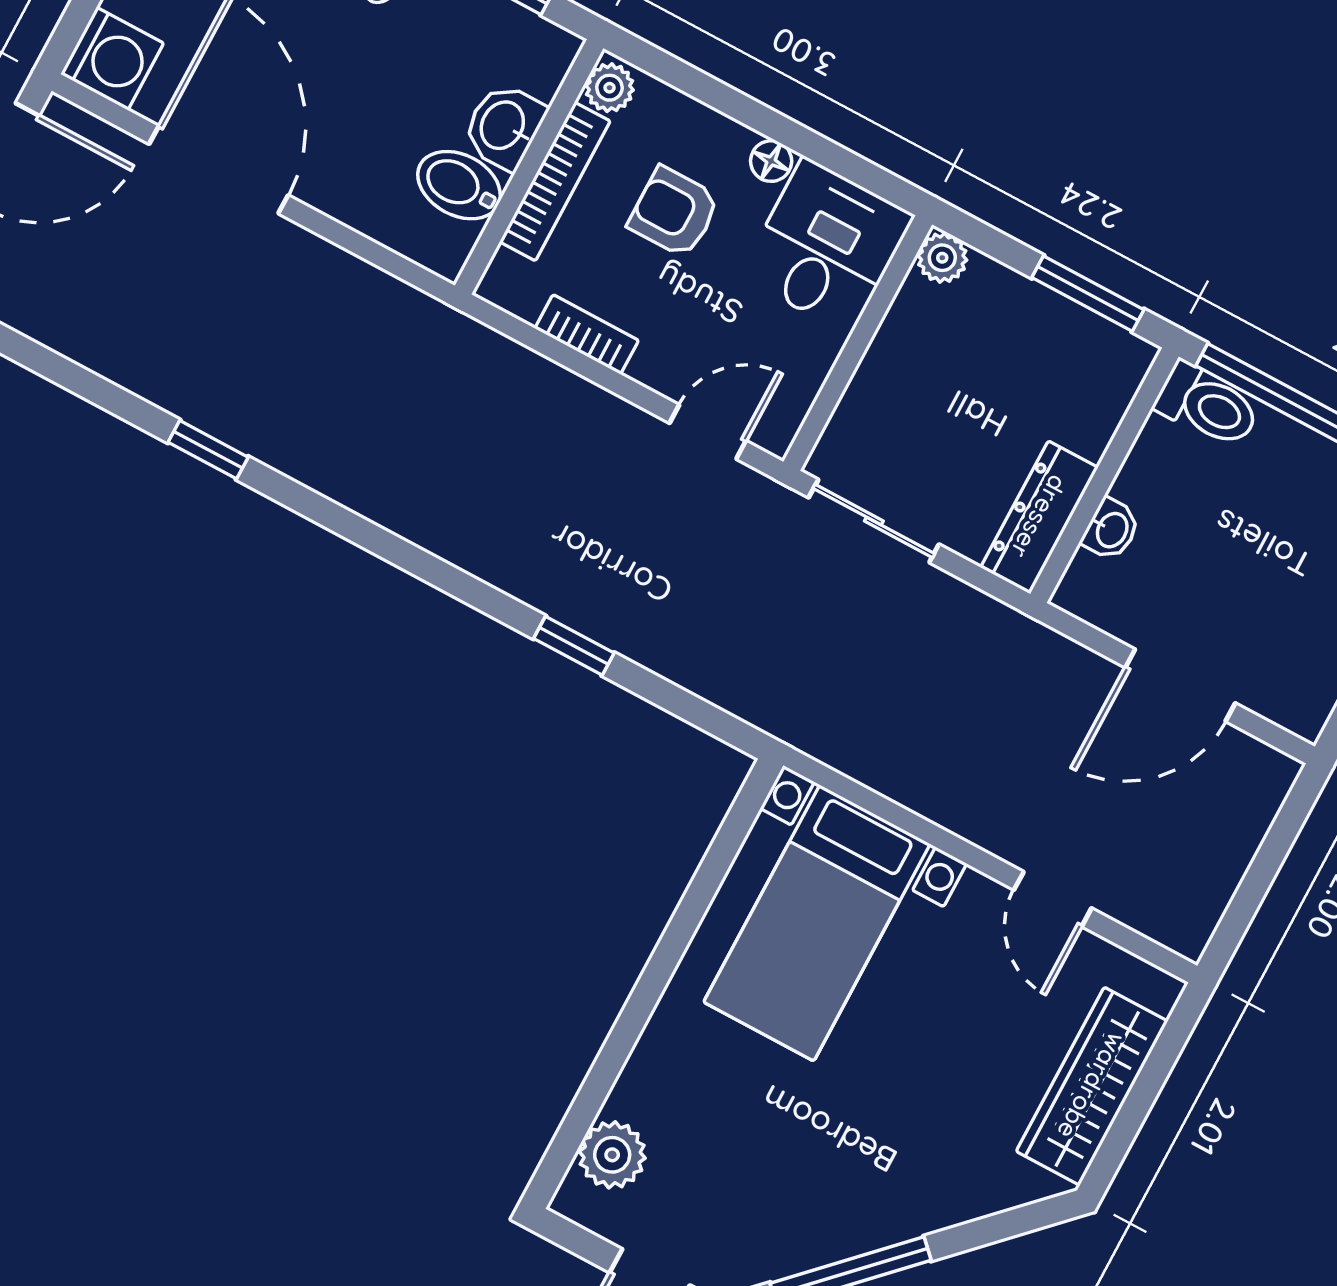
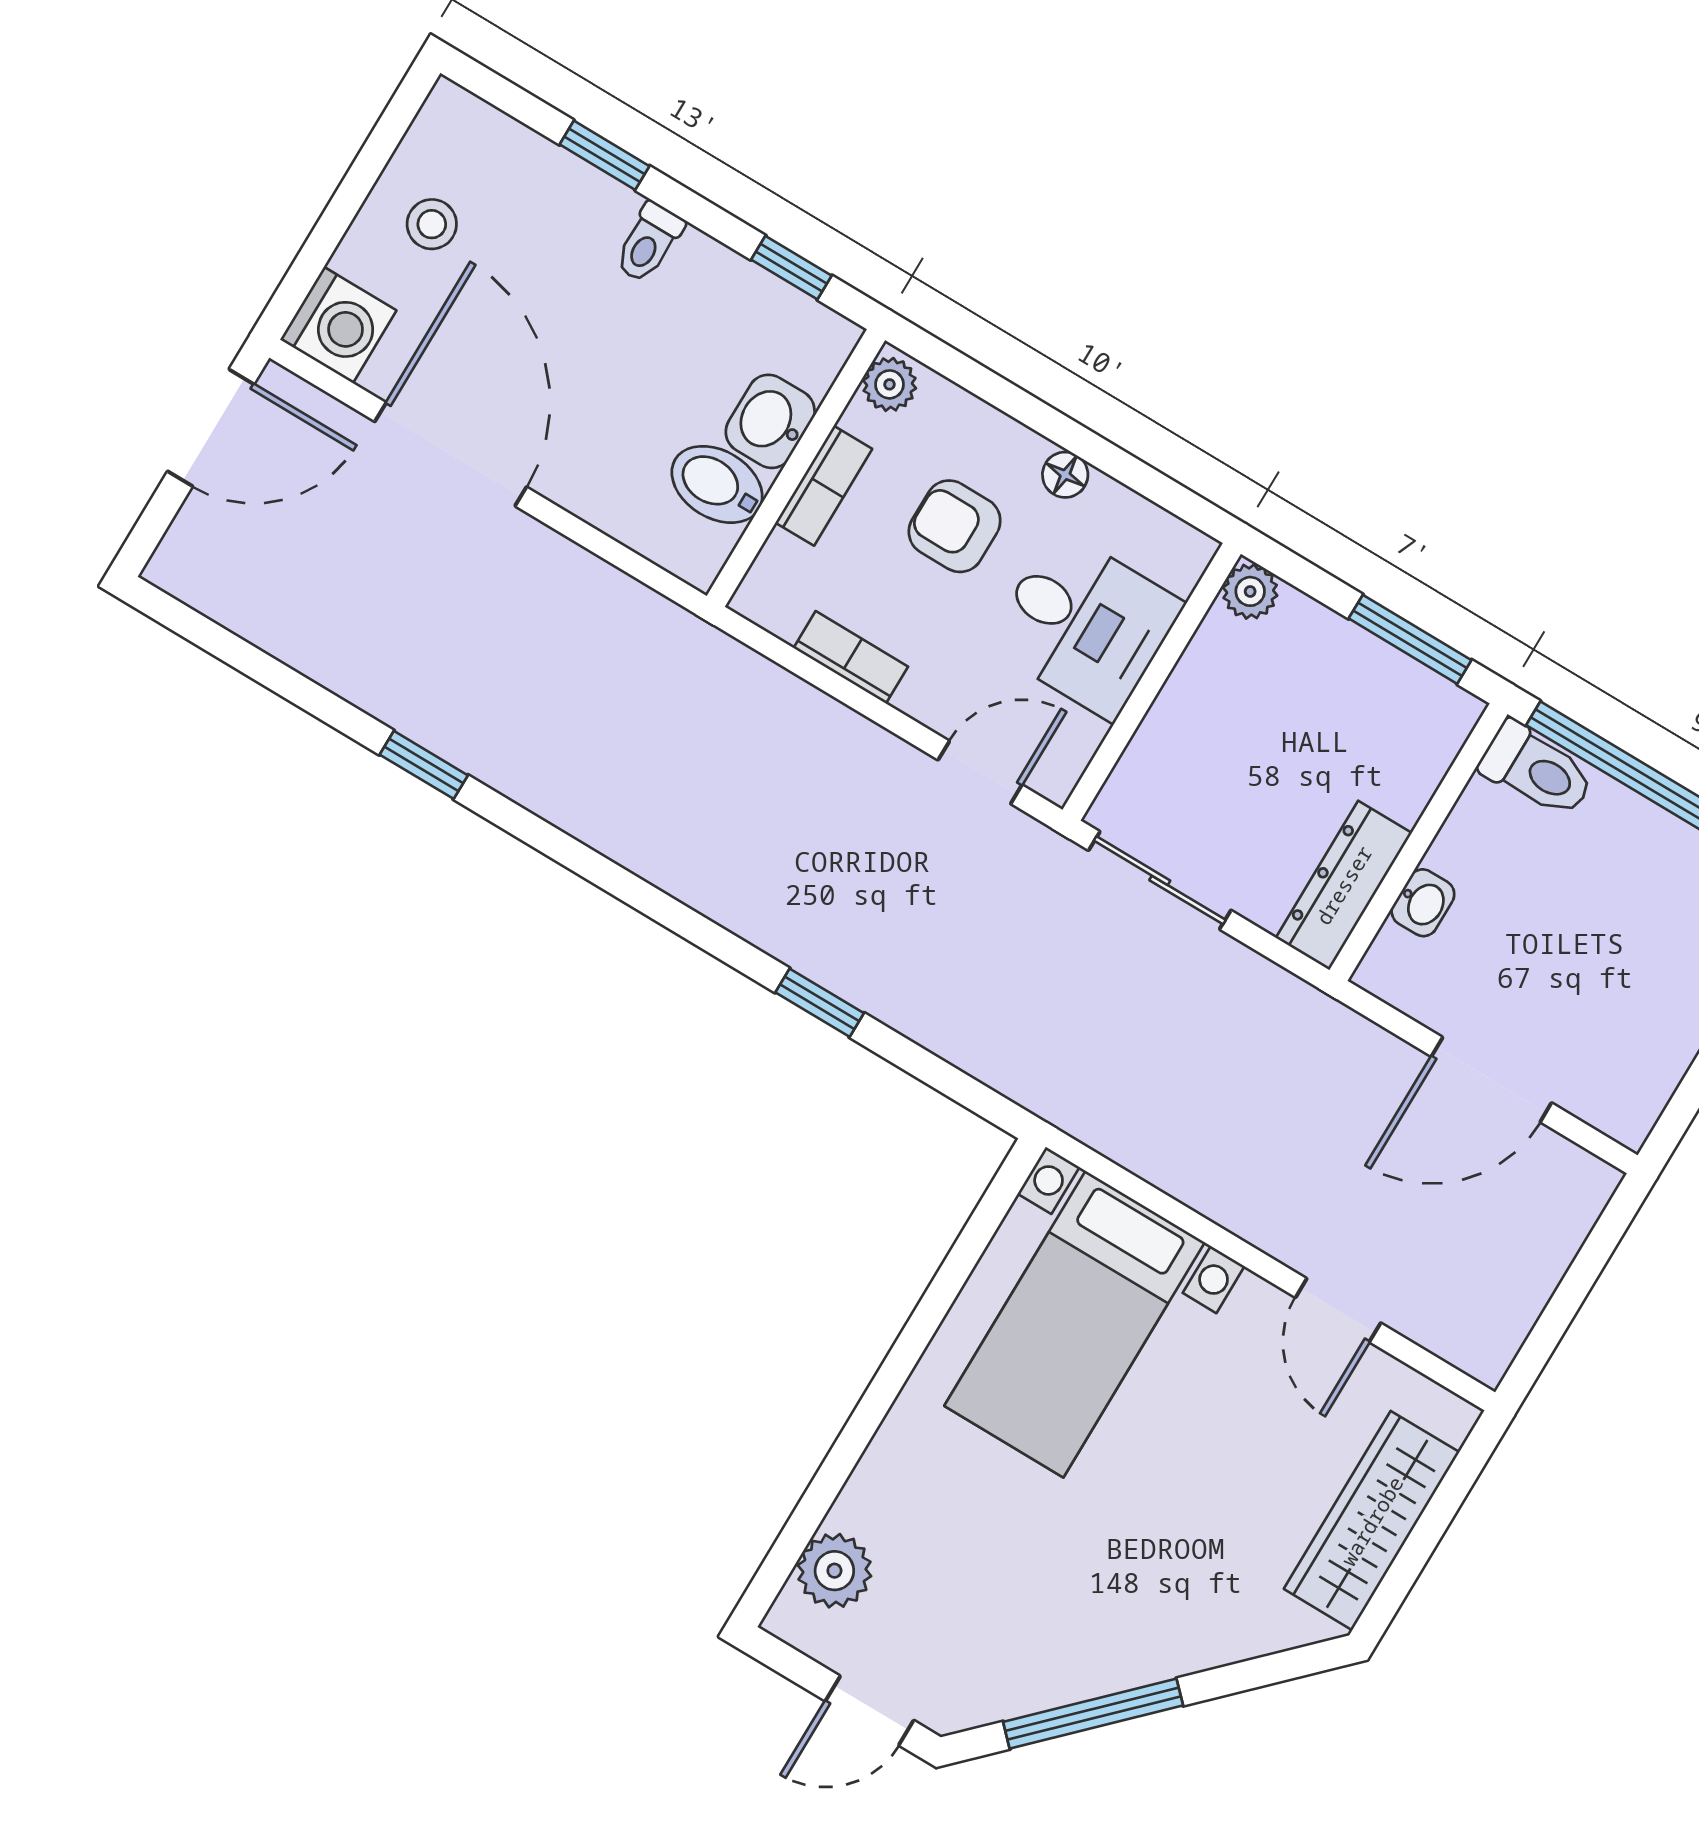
bookcase: (555, 182) -> (824, 486), width x0.64
desk: (827, 246) -> (1085, 624), moved, turned 90

